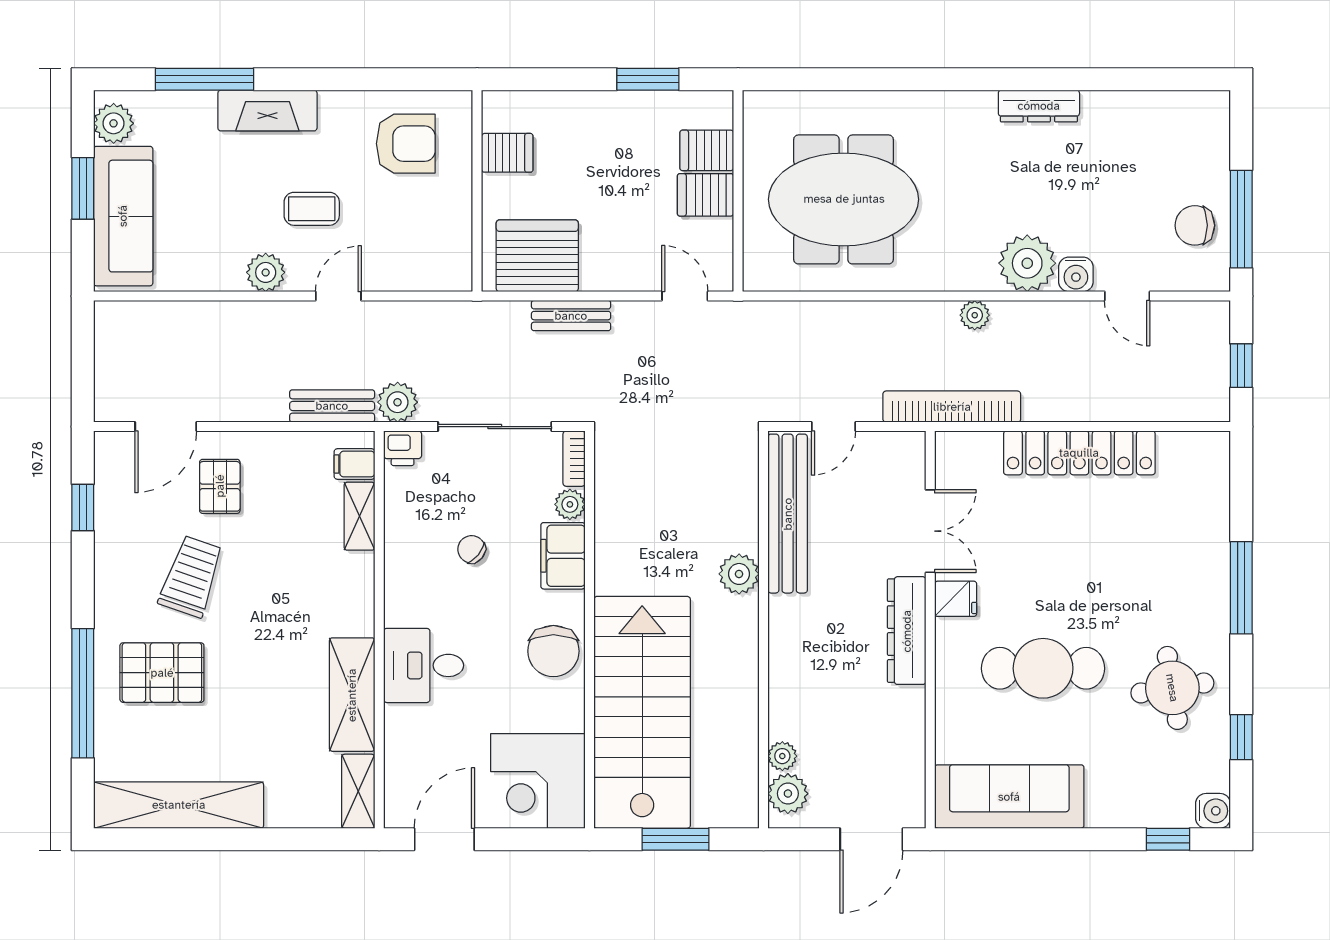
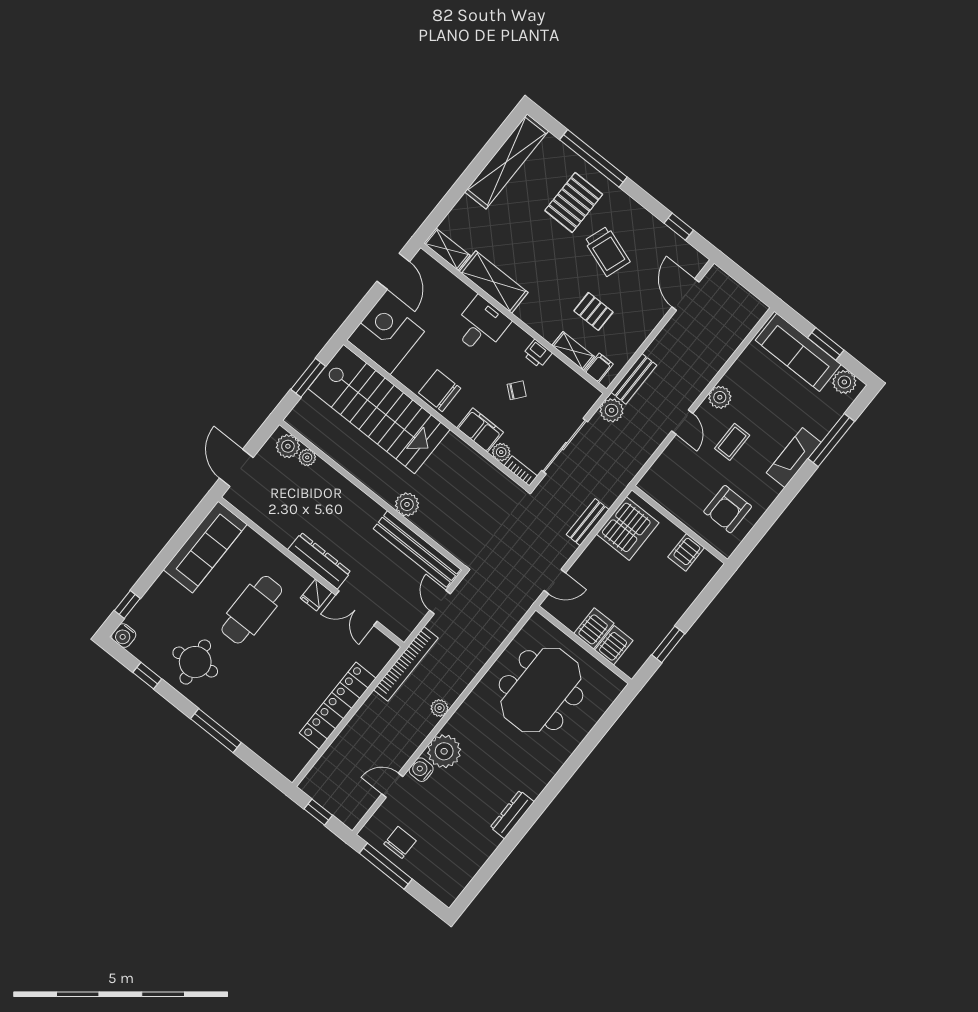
printer: (403, 448) -> (537, 354), moved, turned -90
pallet: (220, 486) -> (593, 311), moved

